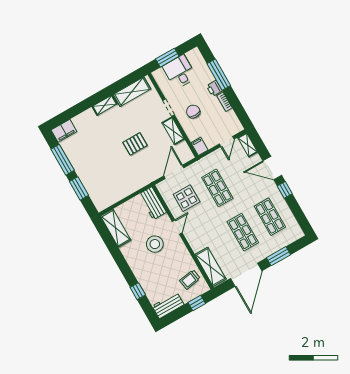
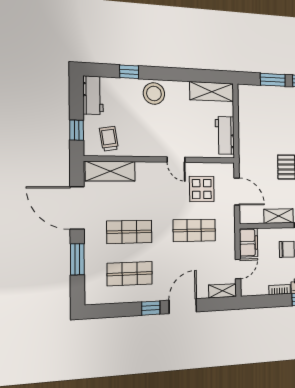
door: (227, 142) -> (238, 269), swing flipped
filing cabinet: (199, 146) -> (249, 243), width x2.00
workbench: (153, 203) -> (225, 135), moved, turned -90
stool: (155, 244) -> (154, 94), moved

